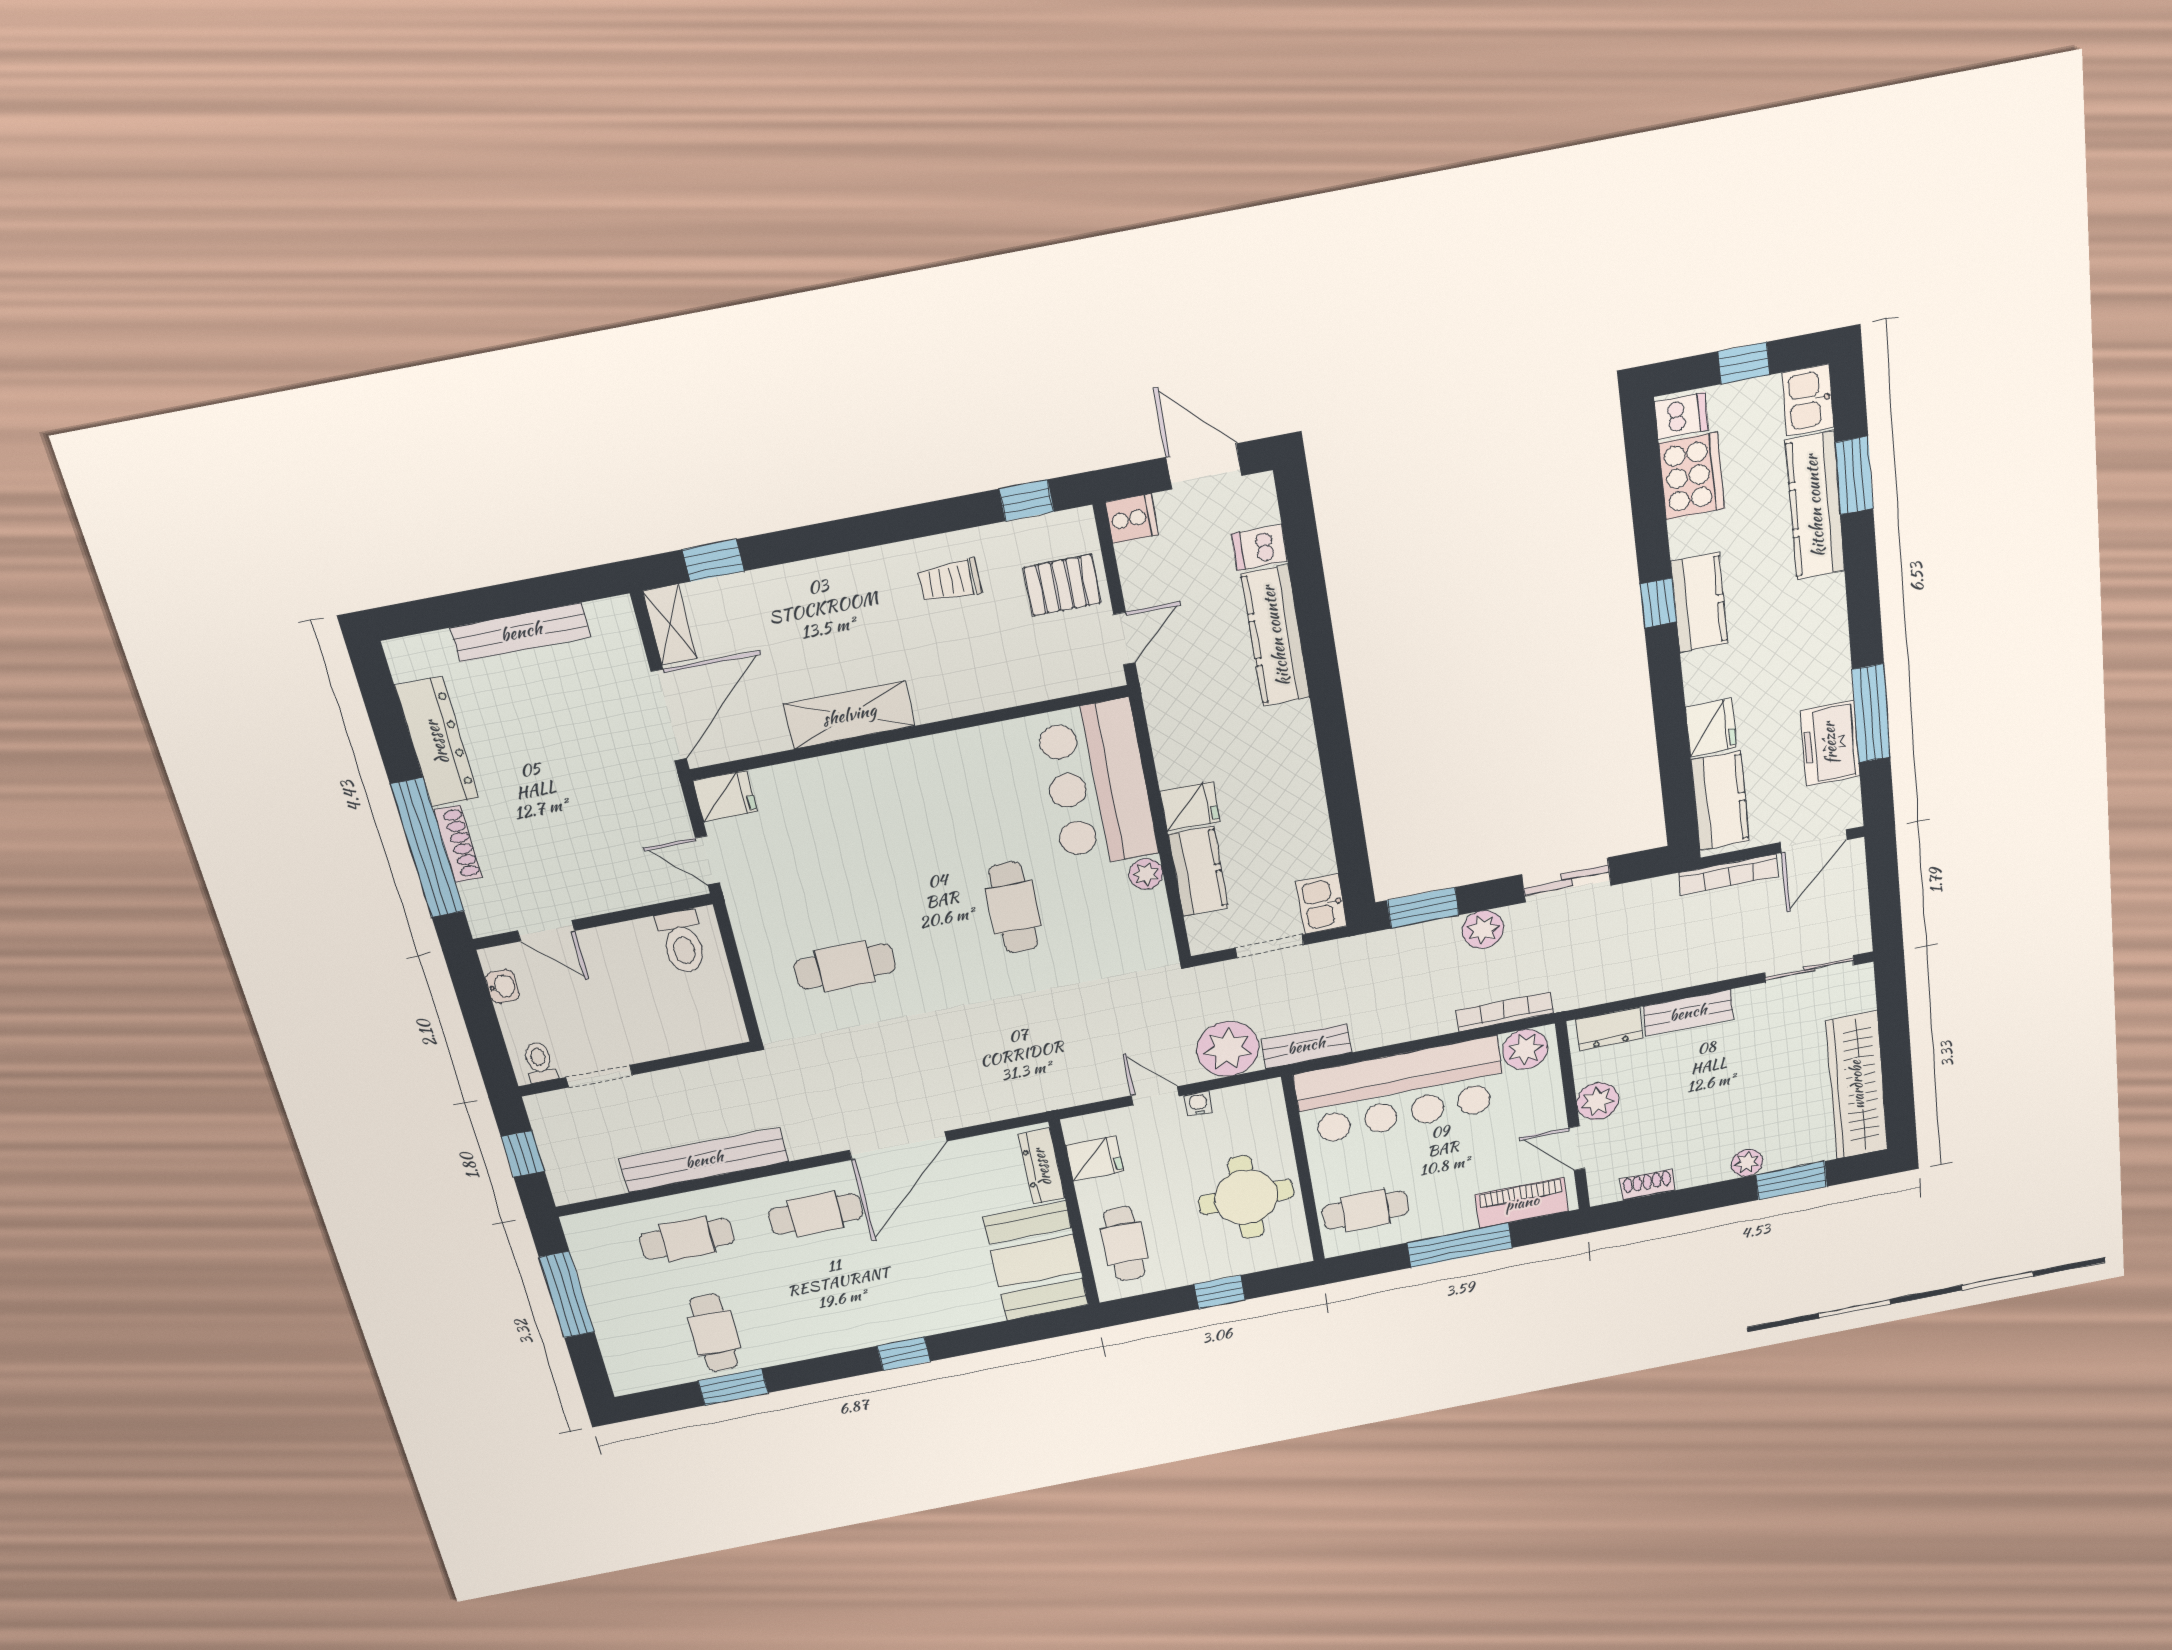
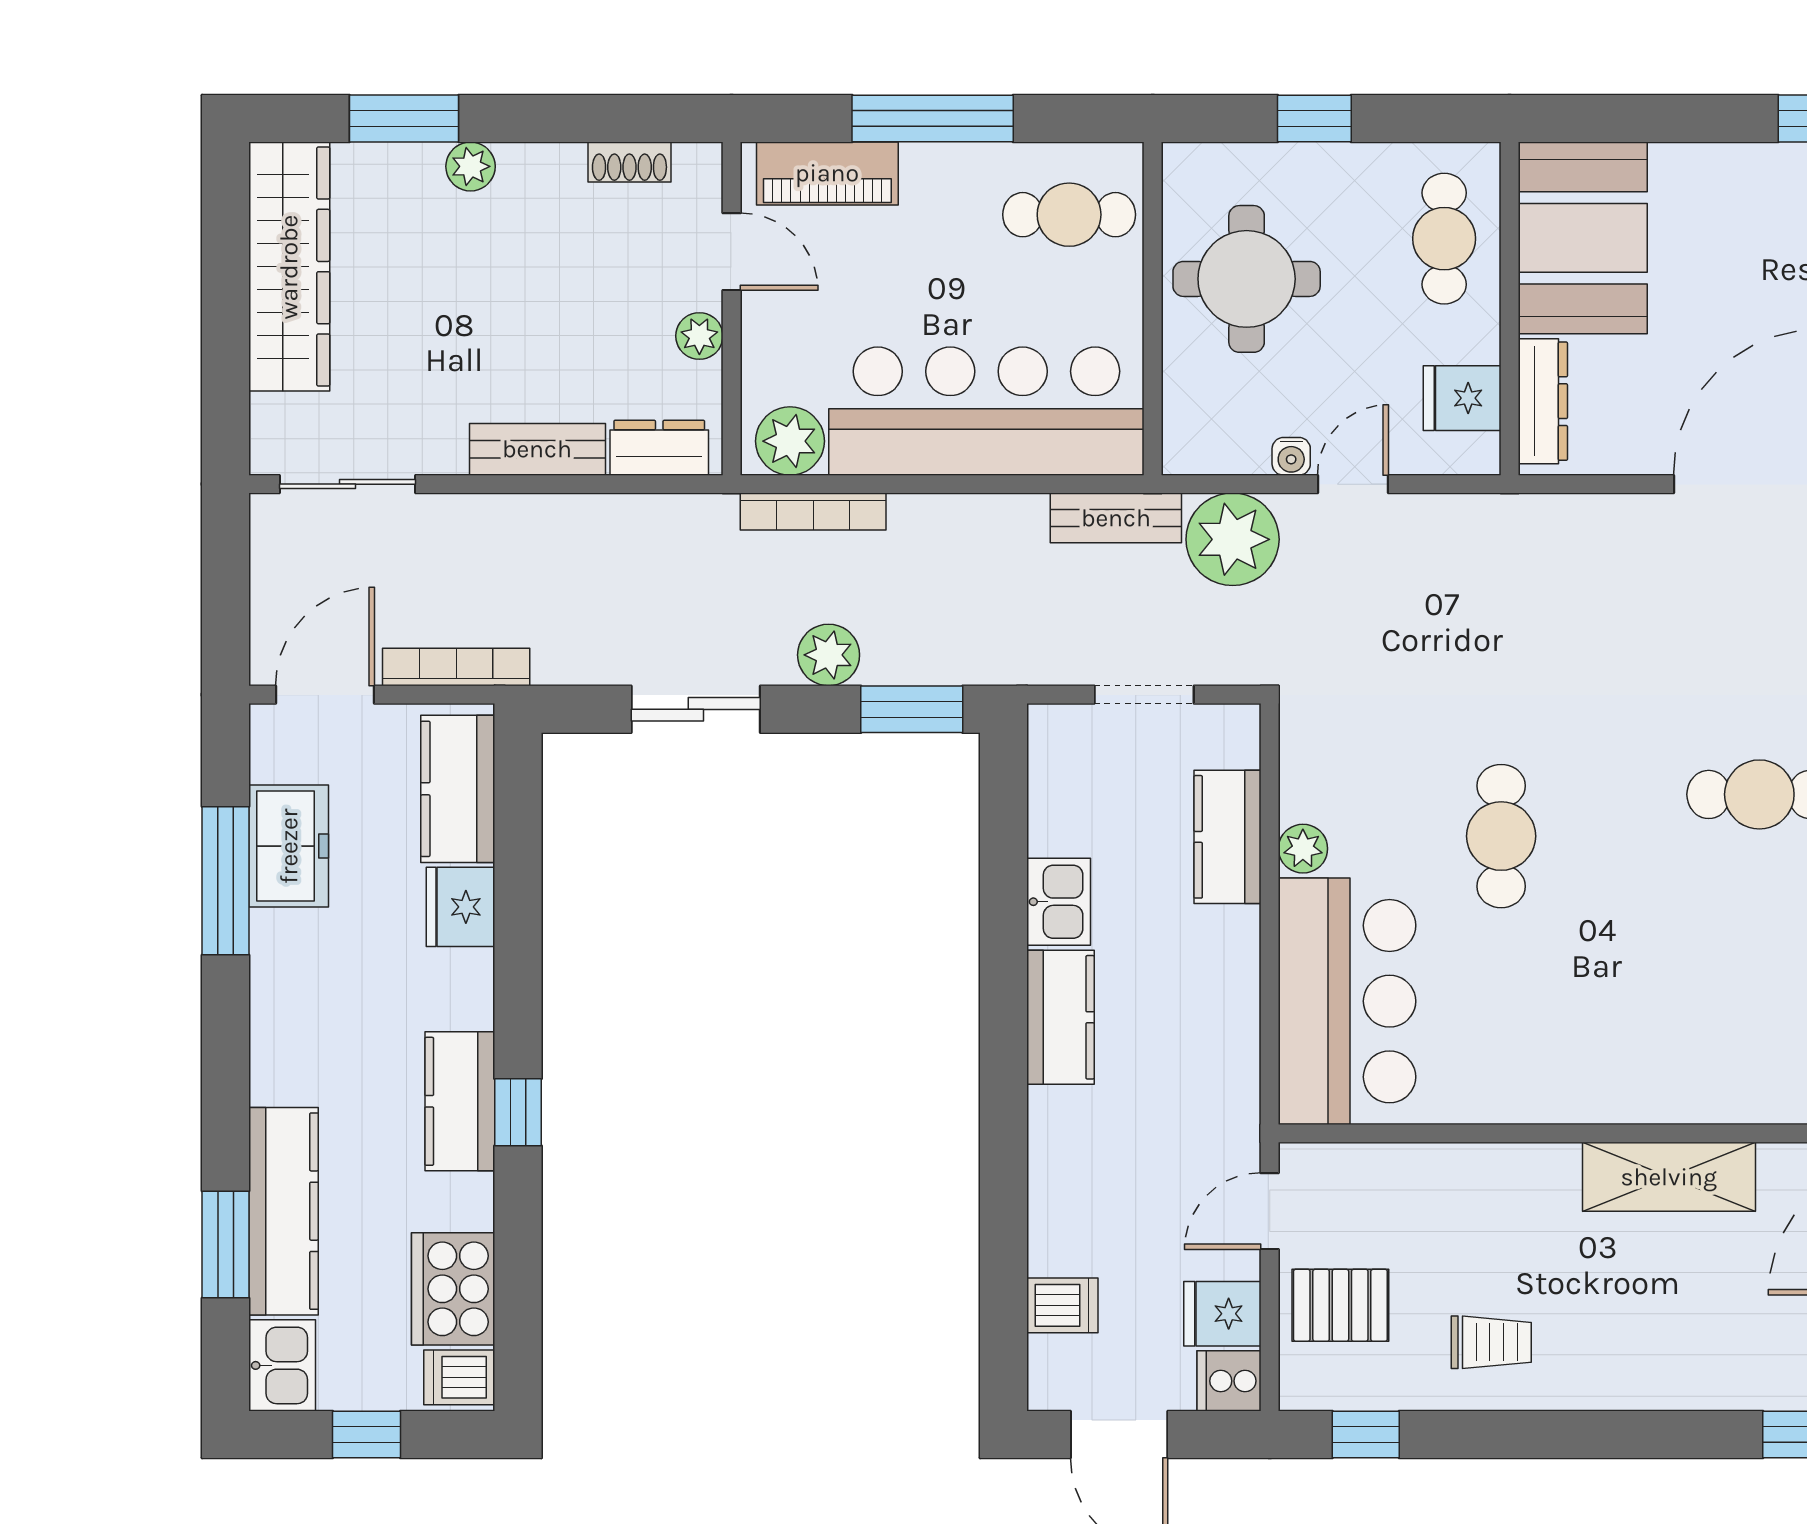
kitchen counter: (1276, 636) -> (1061, 1017), moved, width x0.67
fridge: (1190, 806) -> (1222, 1314), moved
kitchen sink: (1321, 904) -> (1059, 902), moved
door: (1155, 1096) -> (1353, 484), swing flipped
plant: (1598, 1101) -> (699, 336), width x0.73, depth x0.73

